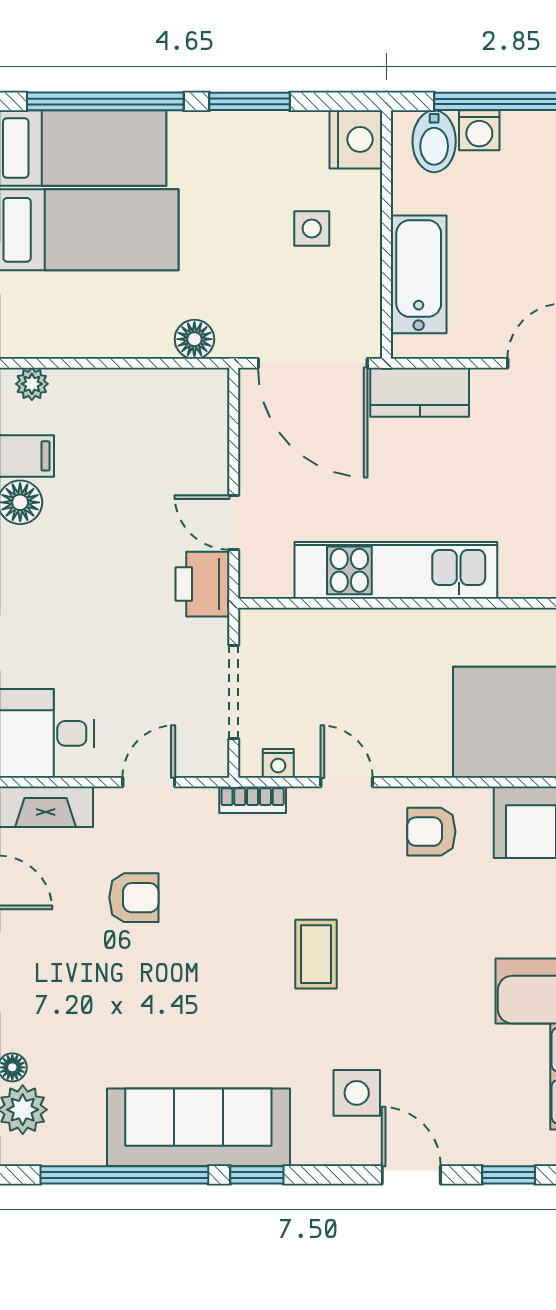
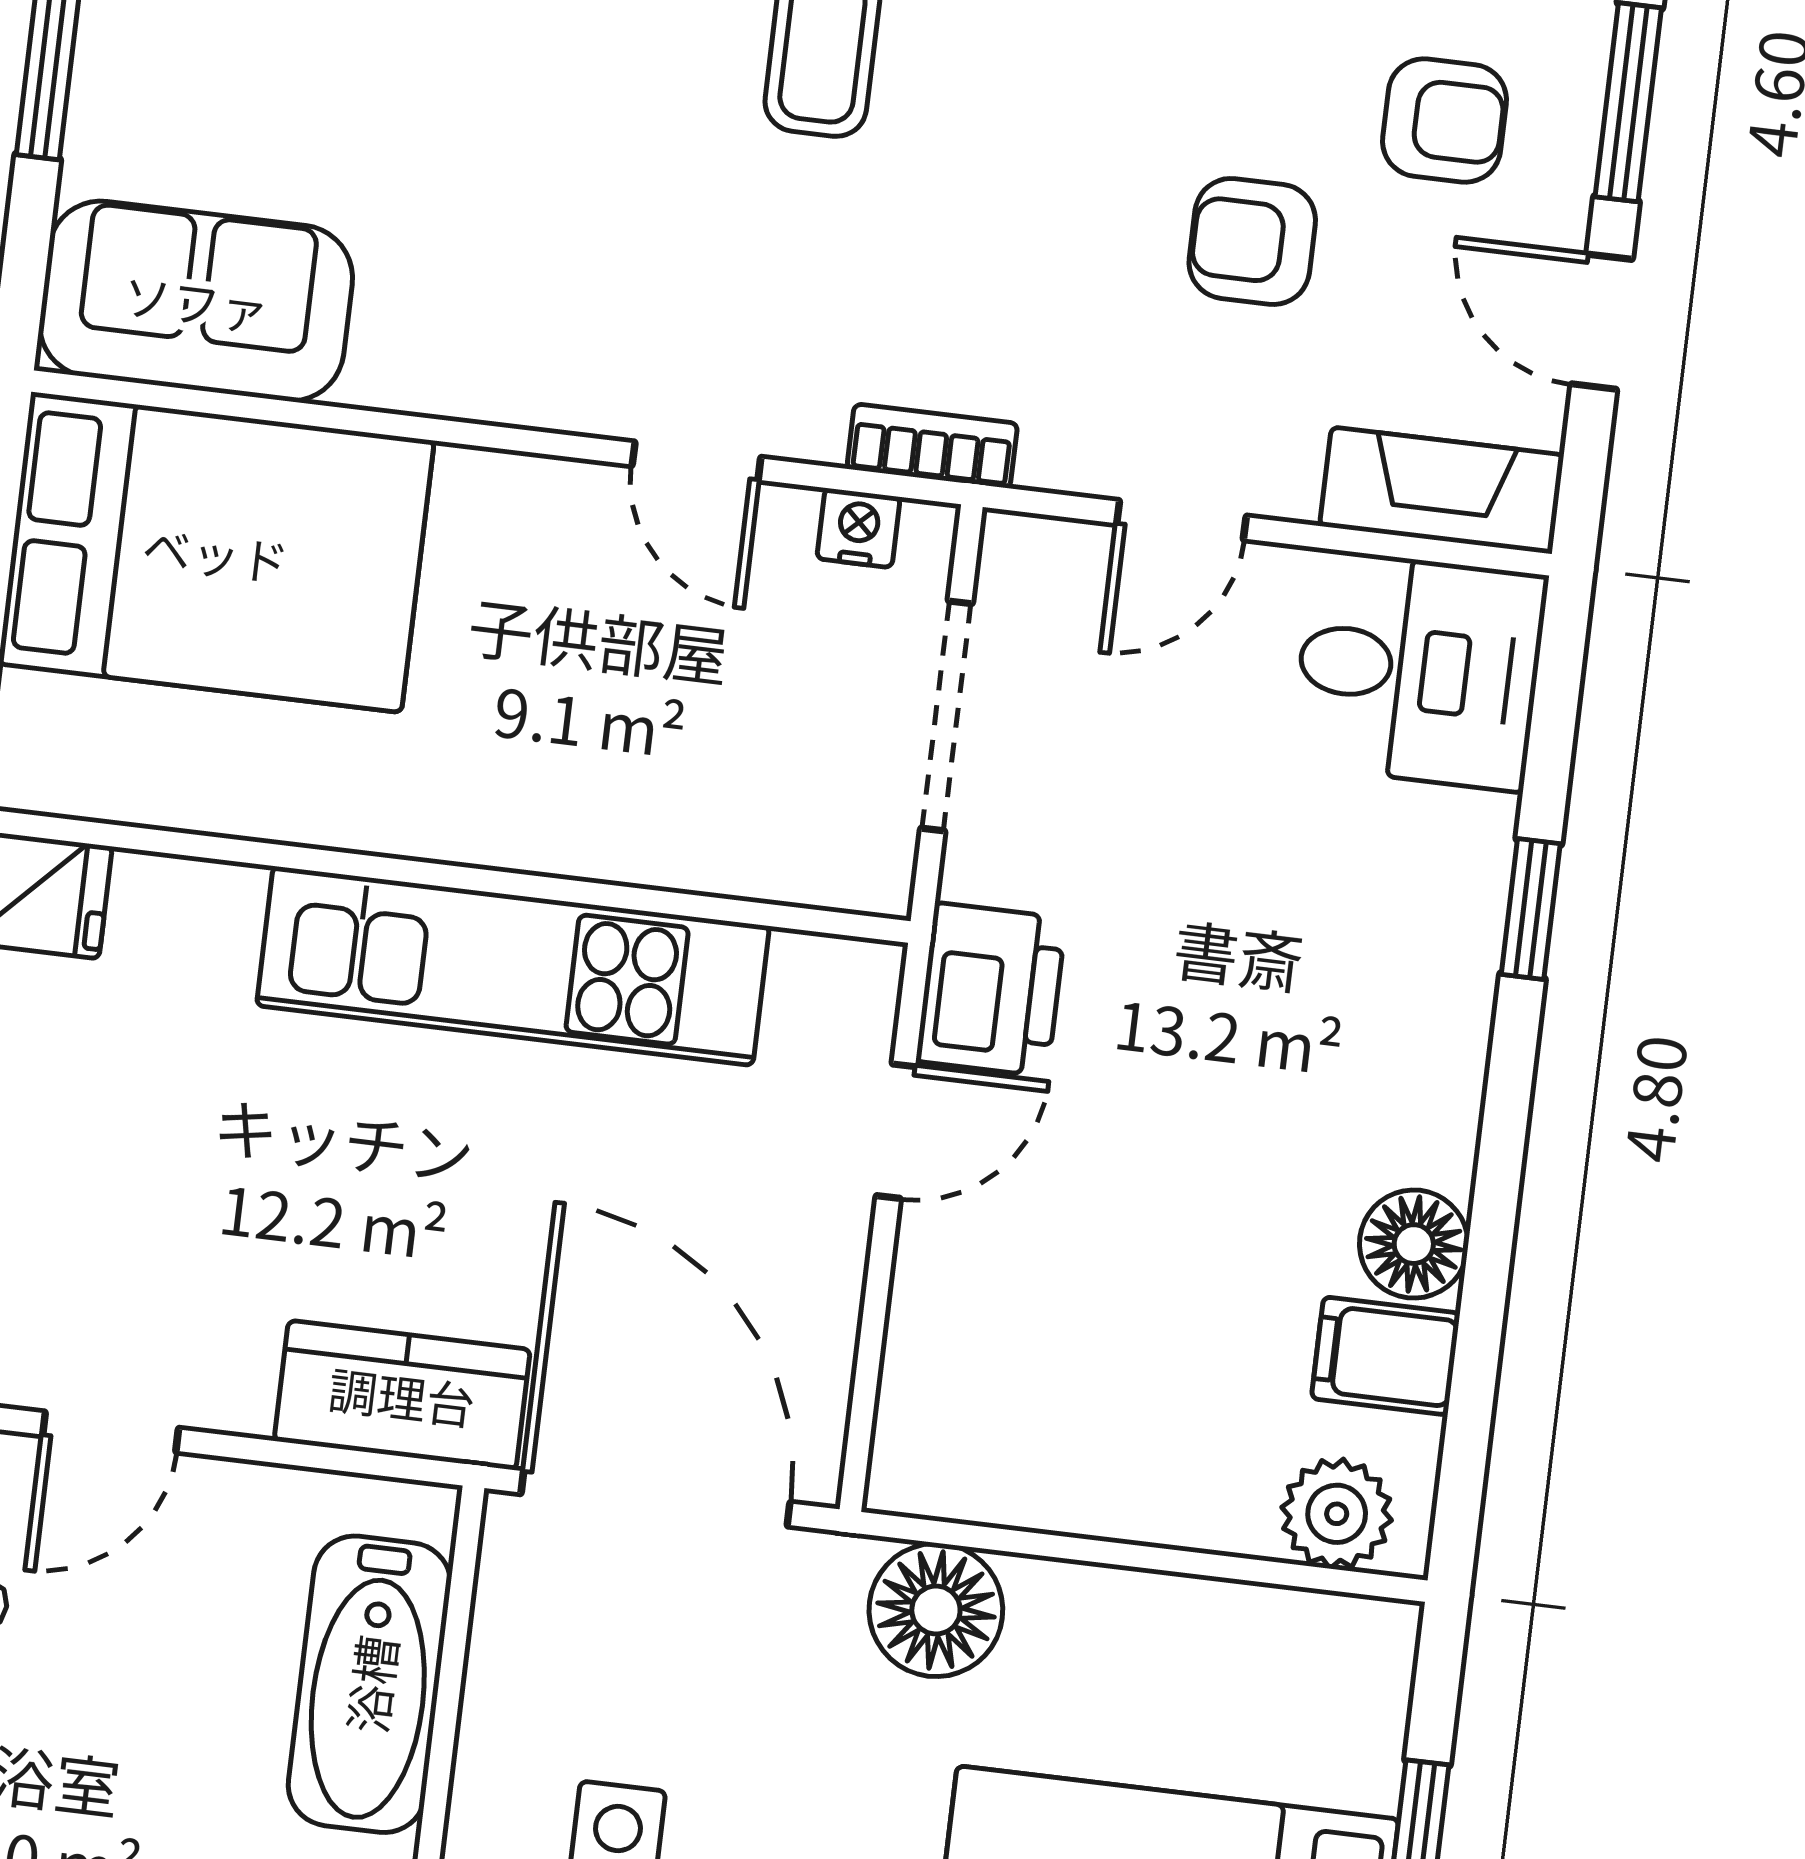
floor lamp: (194, 339) -> (936, 1610), width x1.38, depth x1.38
plant: (32, 384) -> (1337, 1514), width x1.38, depth x1.38
door: (234, 523) -> (896, 1131), hinge flipped
armchair: (431, 832) -> (1445, 121), moved

